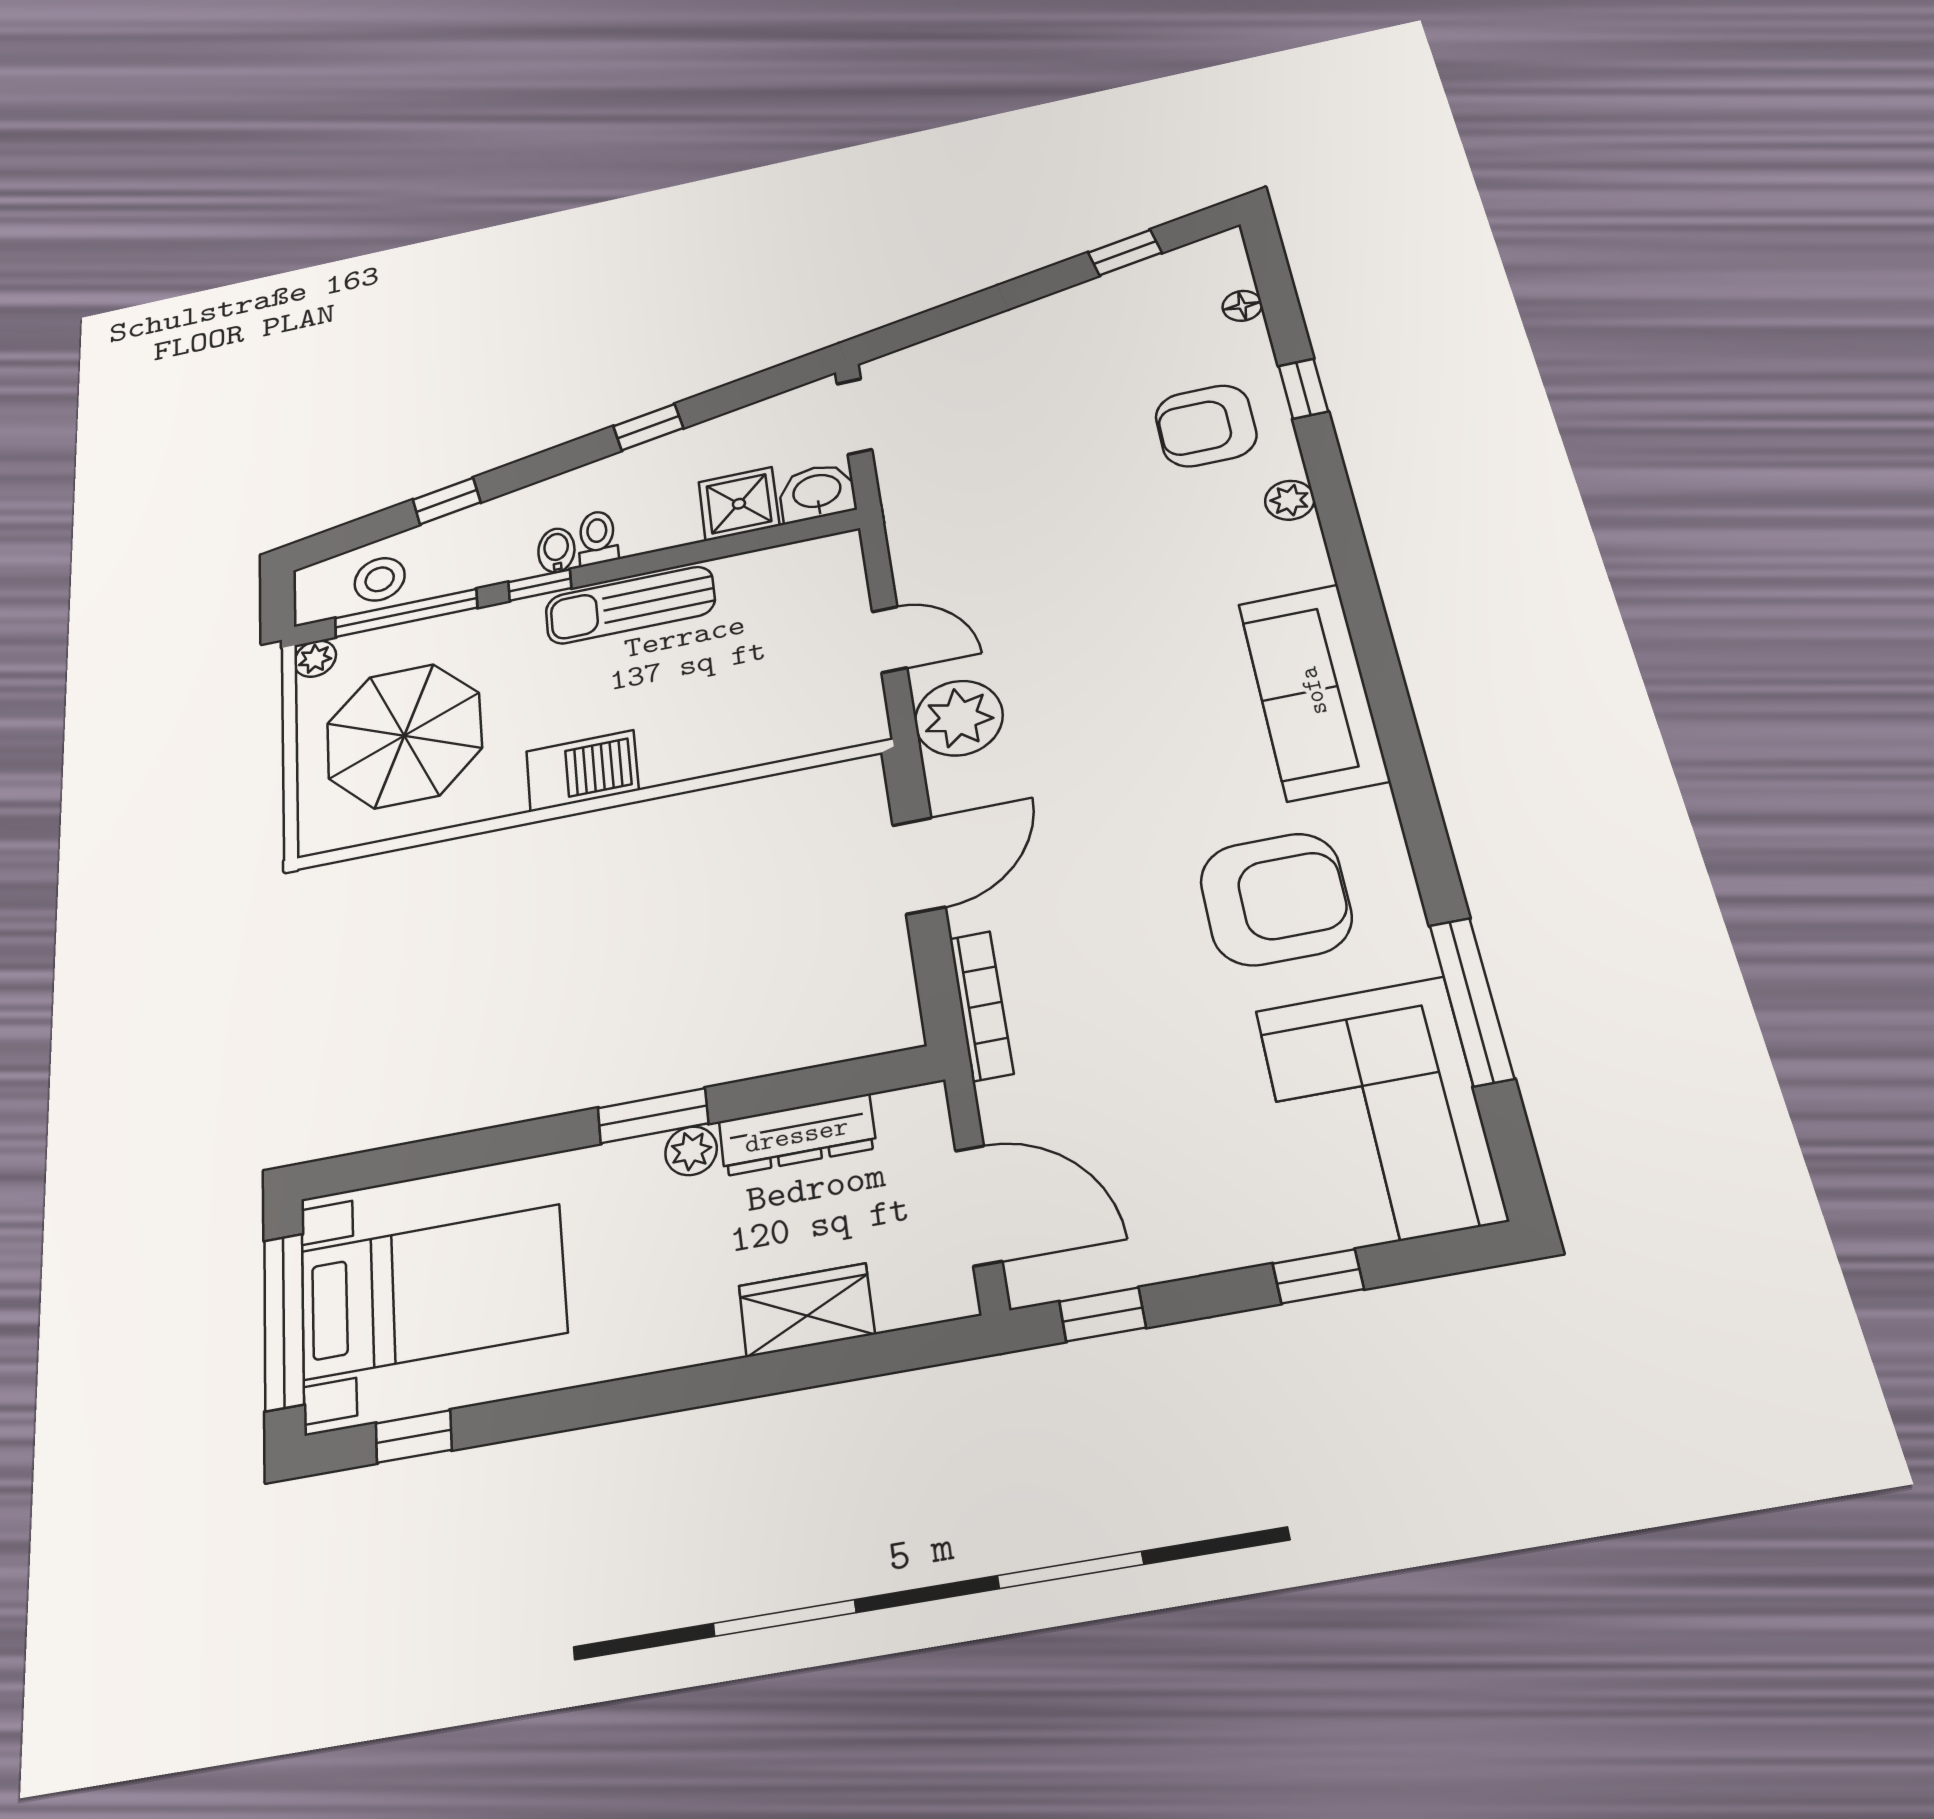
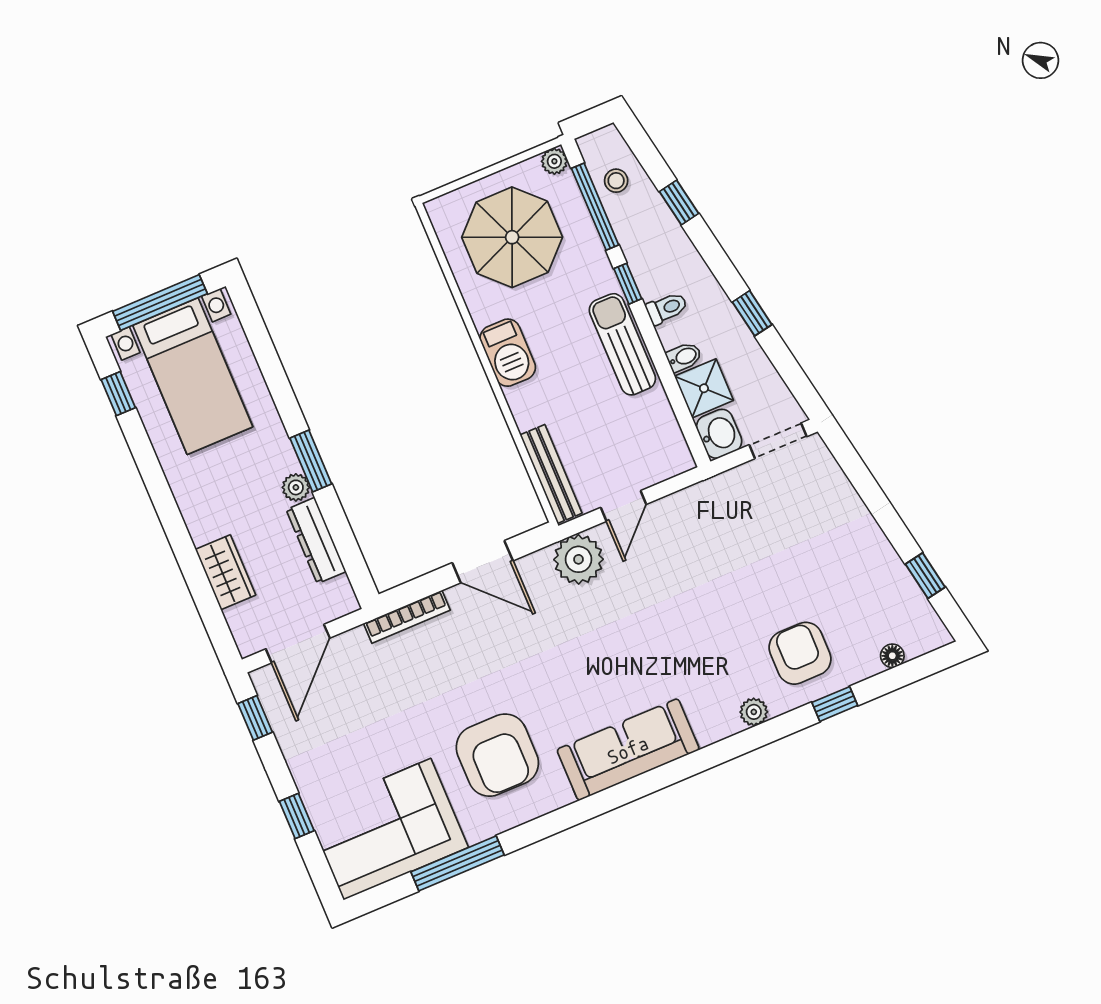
bidet: (556, 550) -> (684, 357), moved
stool: (380, 579) -> (616, 181), width x0.73, depth x0.73
bench: (802, 737) -> (551, 474), added

